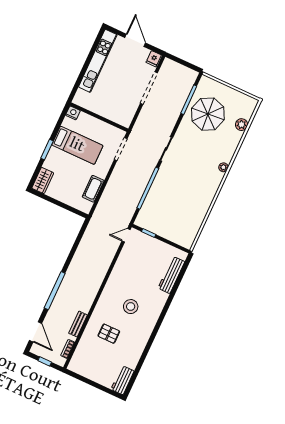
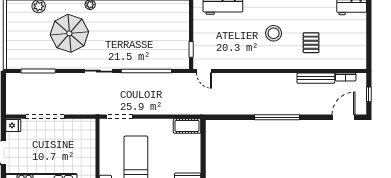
parasol: (208, 114) -> (69, 33), moved
cot: (93, 189) -> (187, 126), moved
window: (55, 291) -> (277, 117), moved
bench: (78, 324) -> (316, 78), width x1.36

